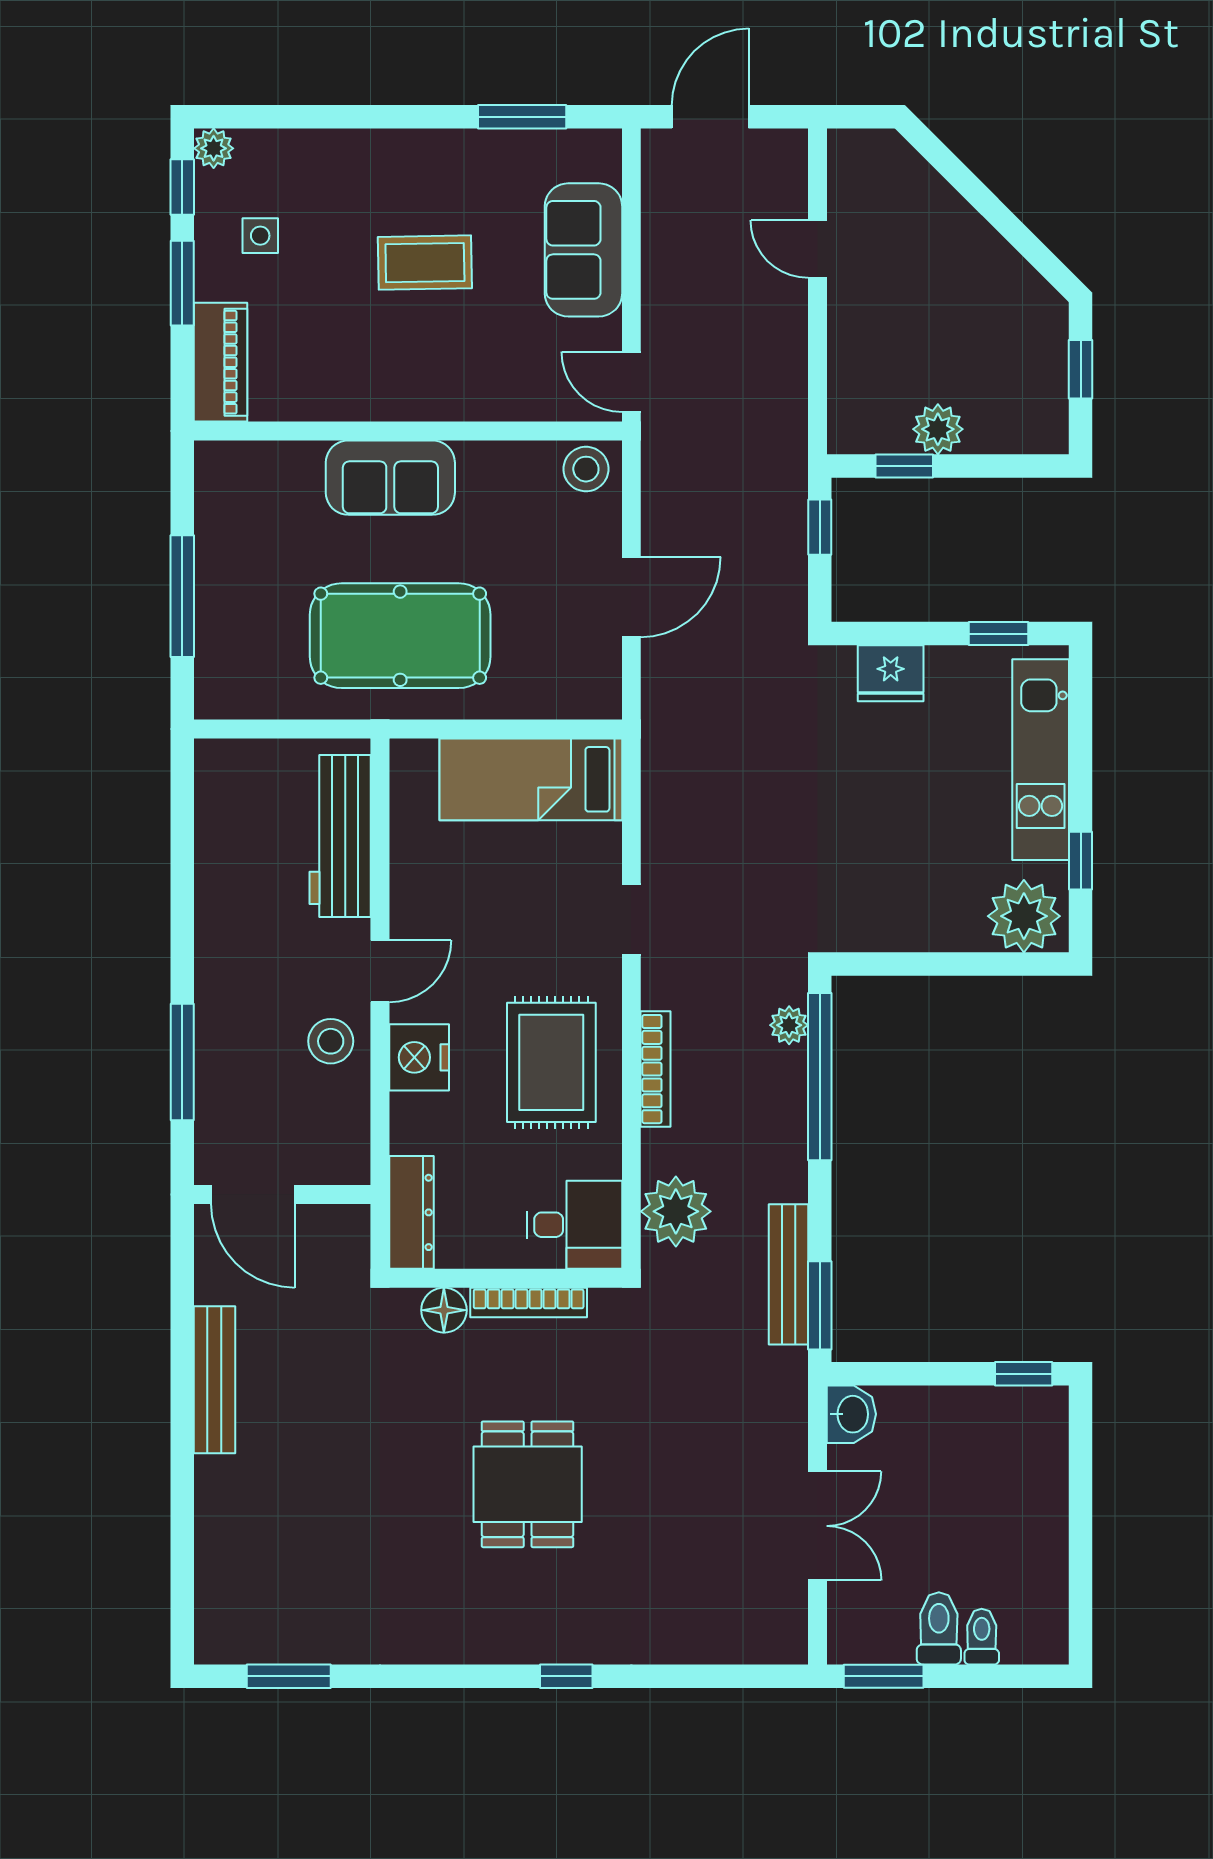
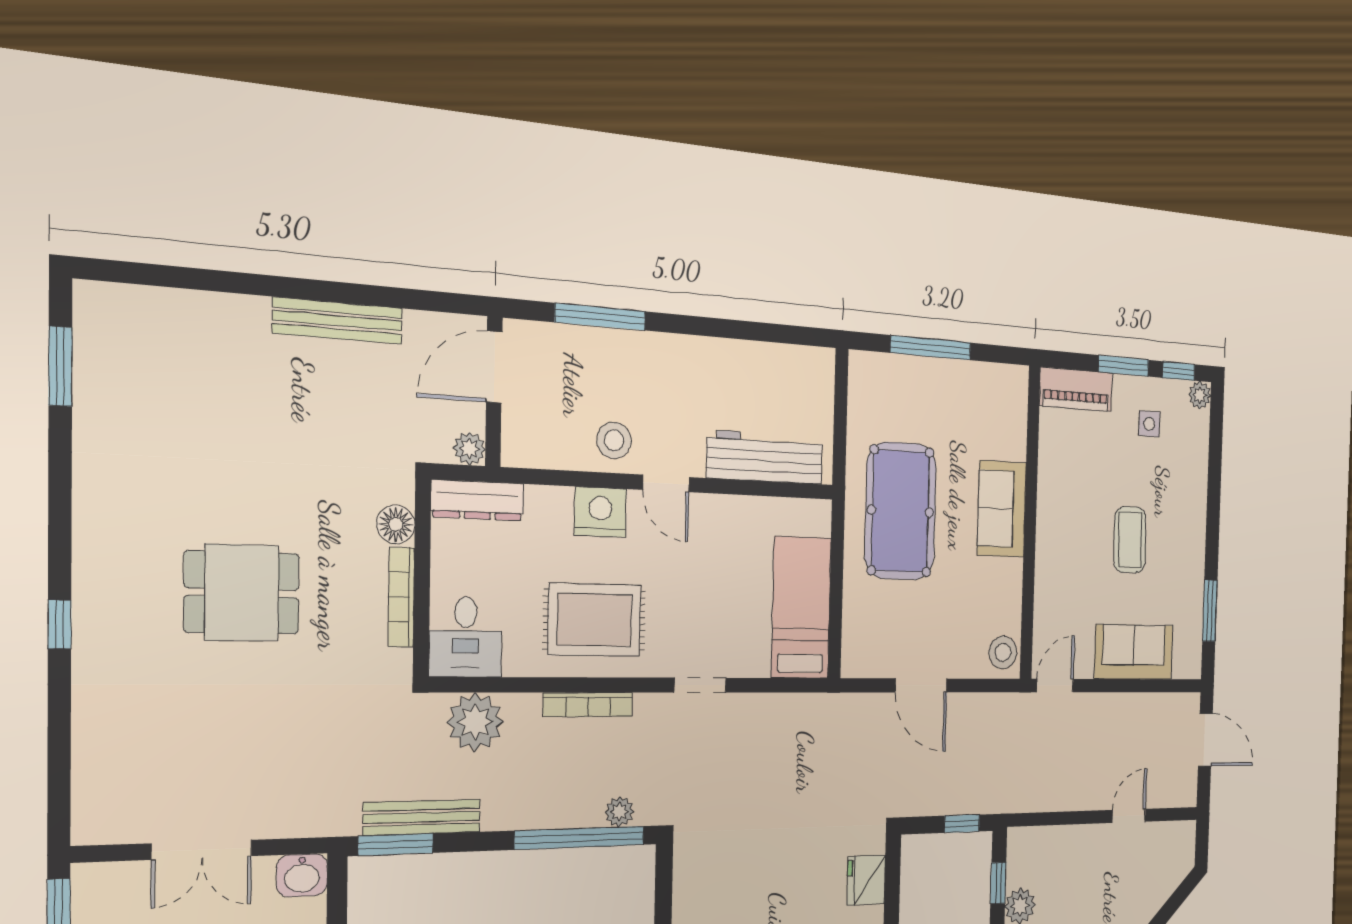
plant: (351, 1223) -> (469, 449), added

